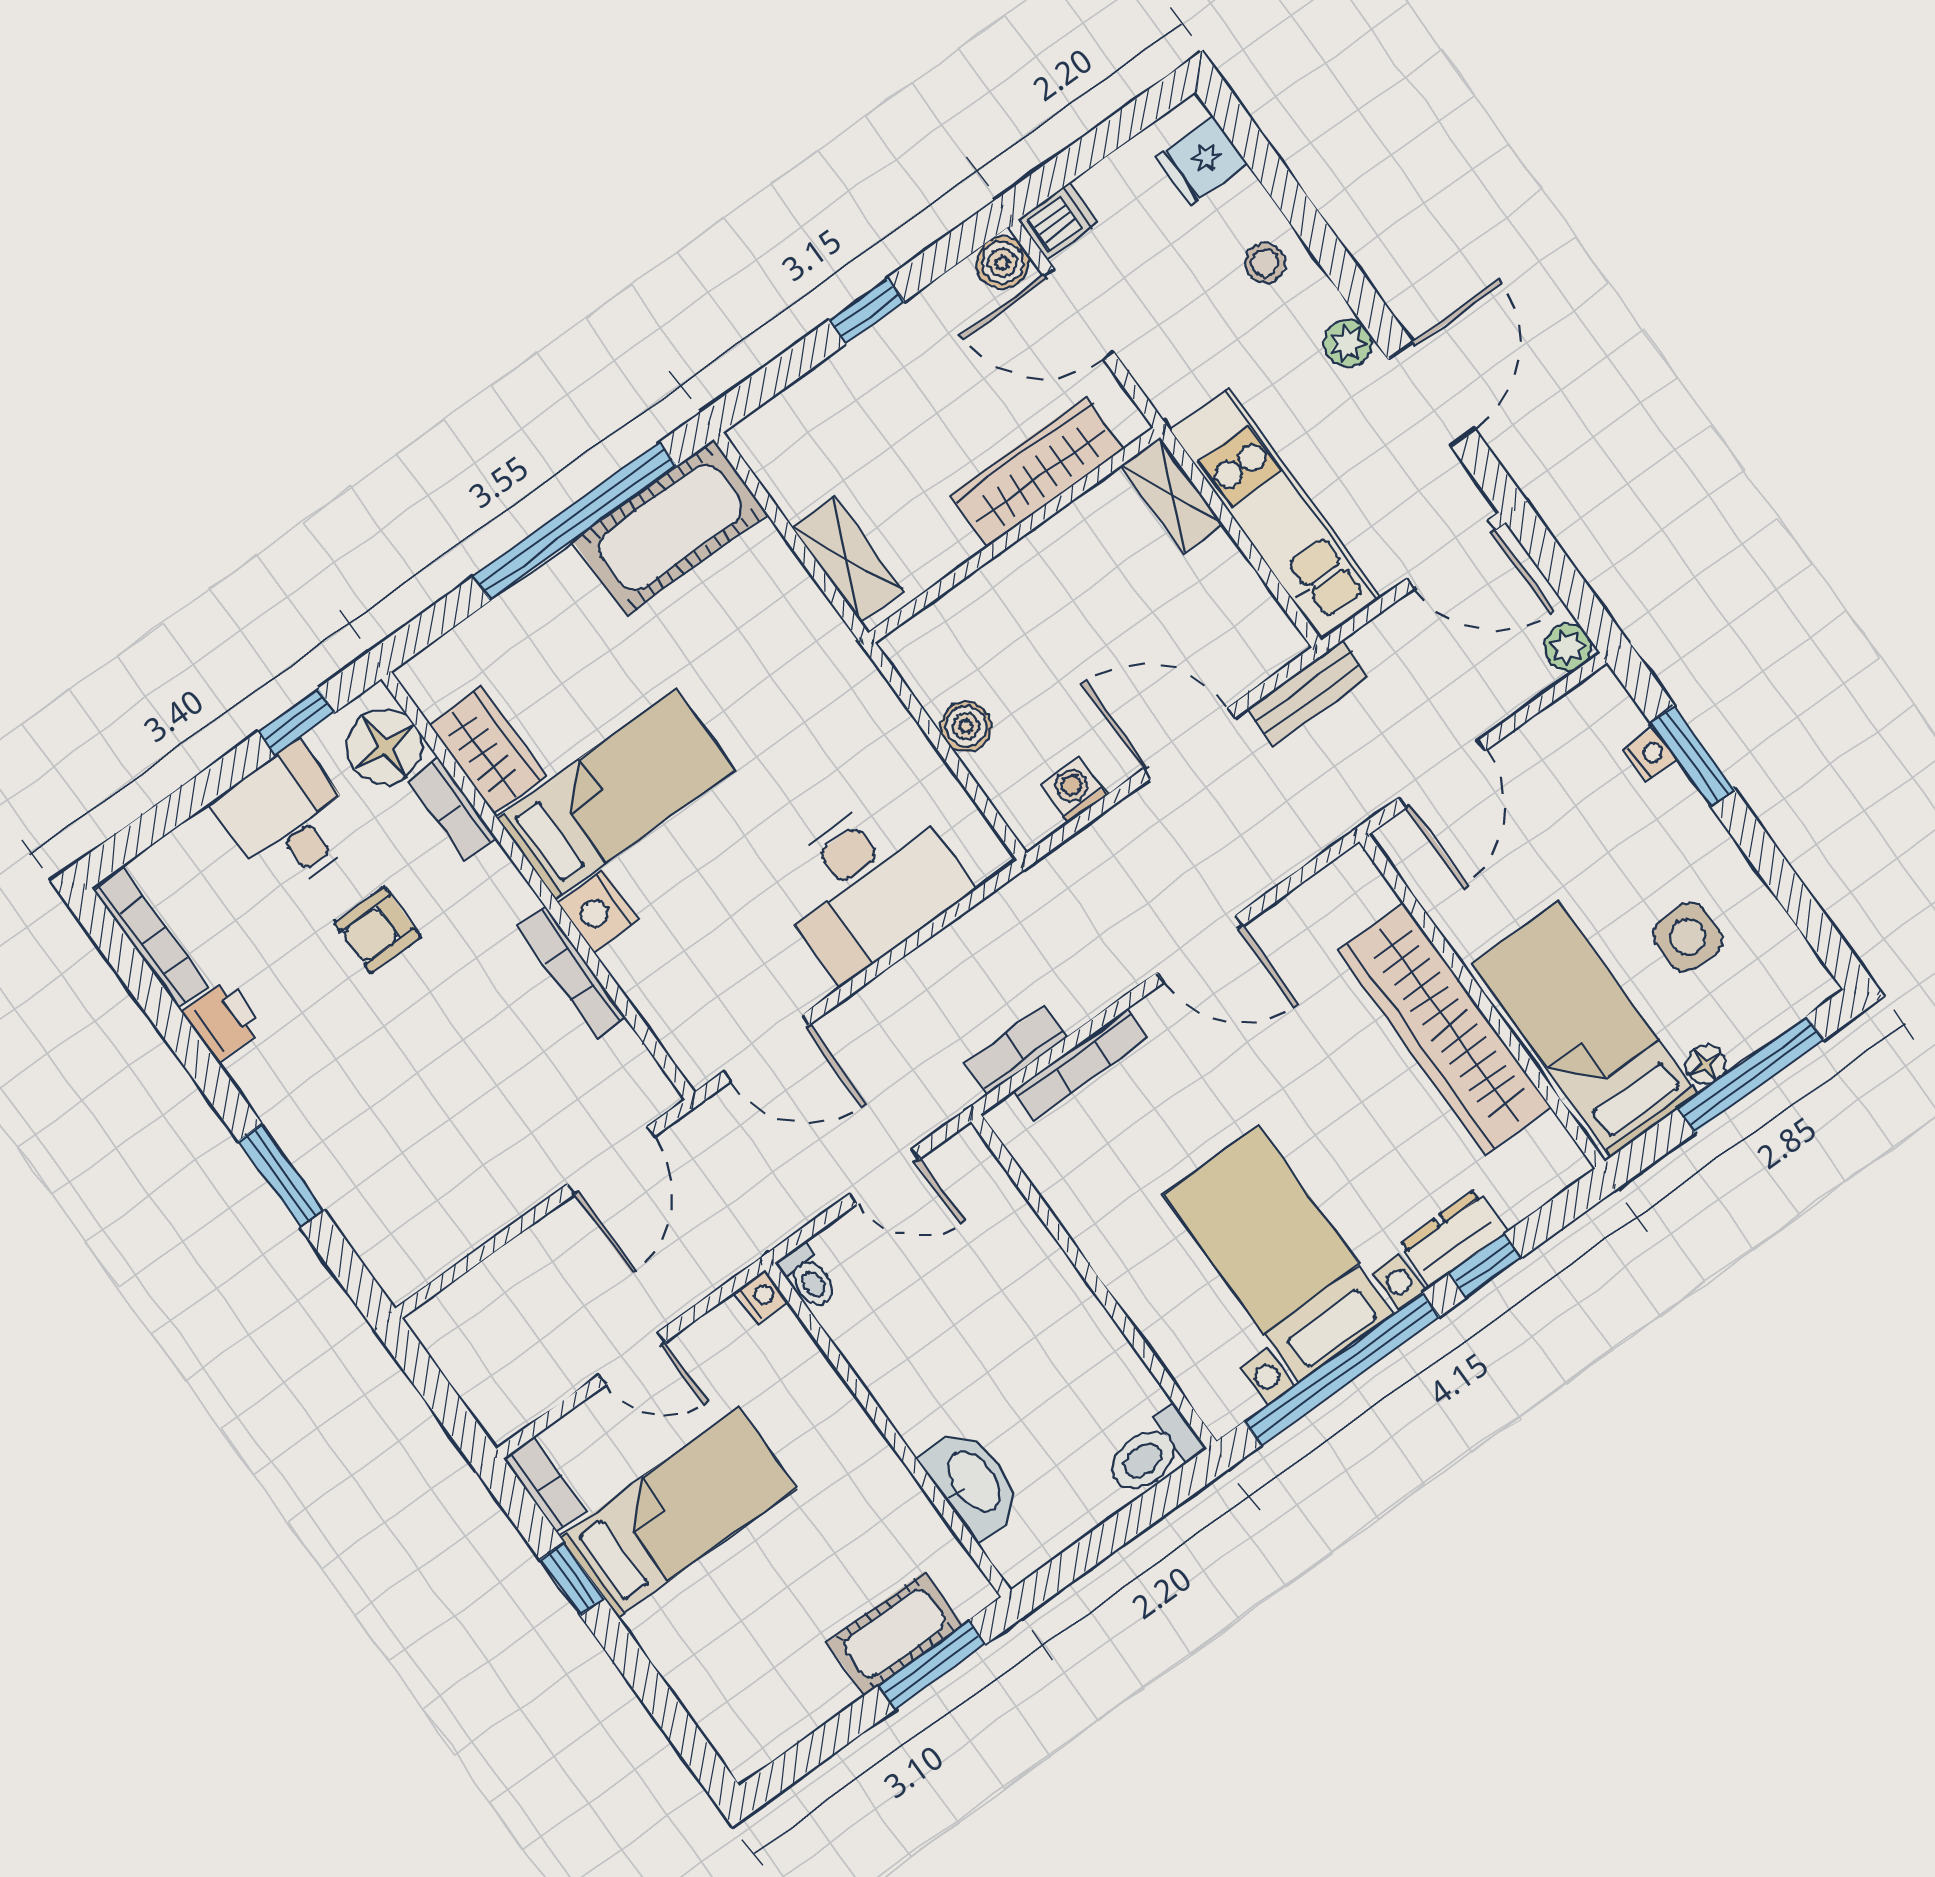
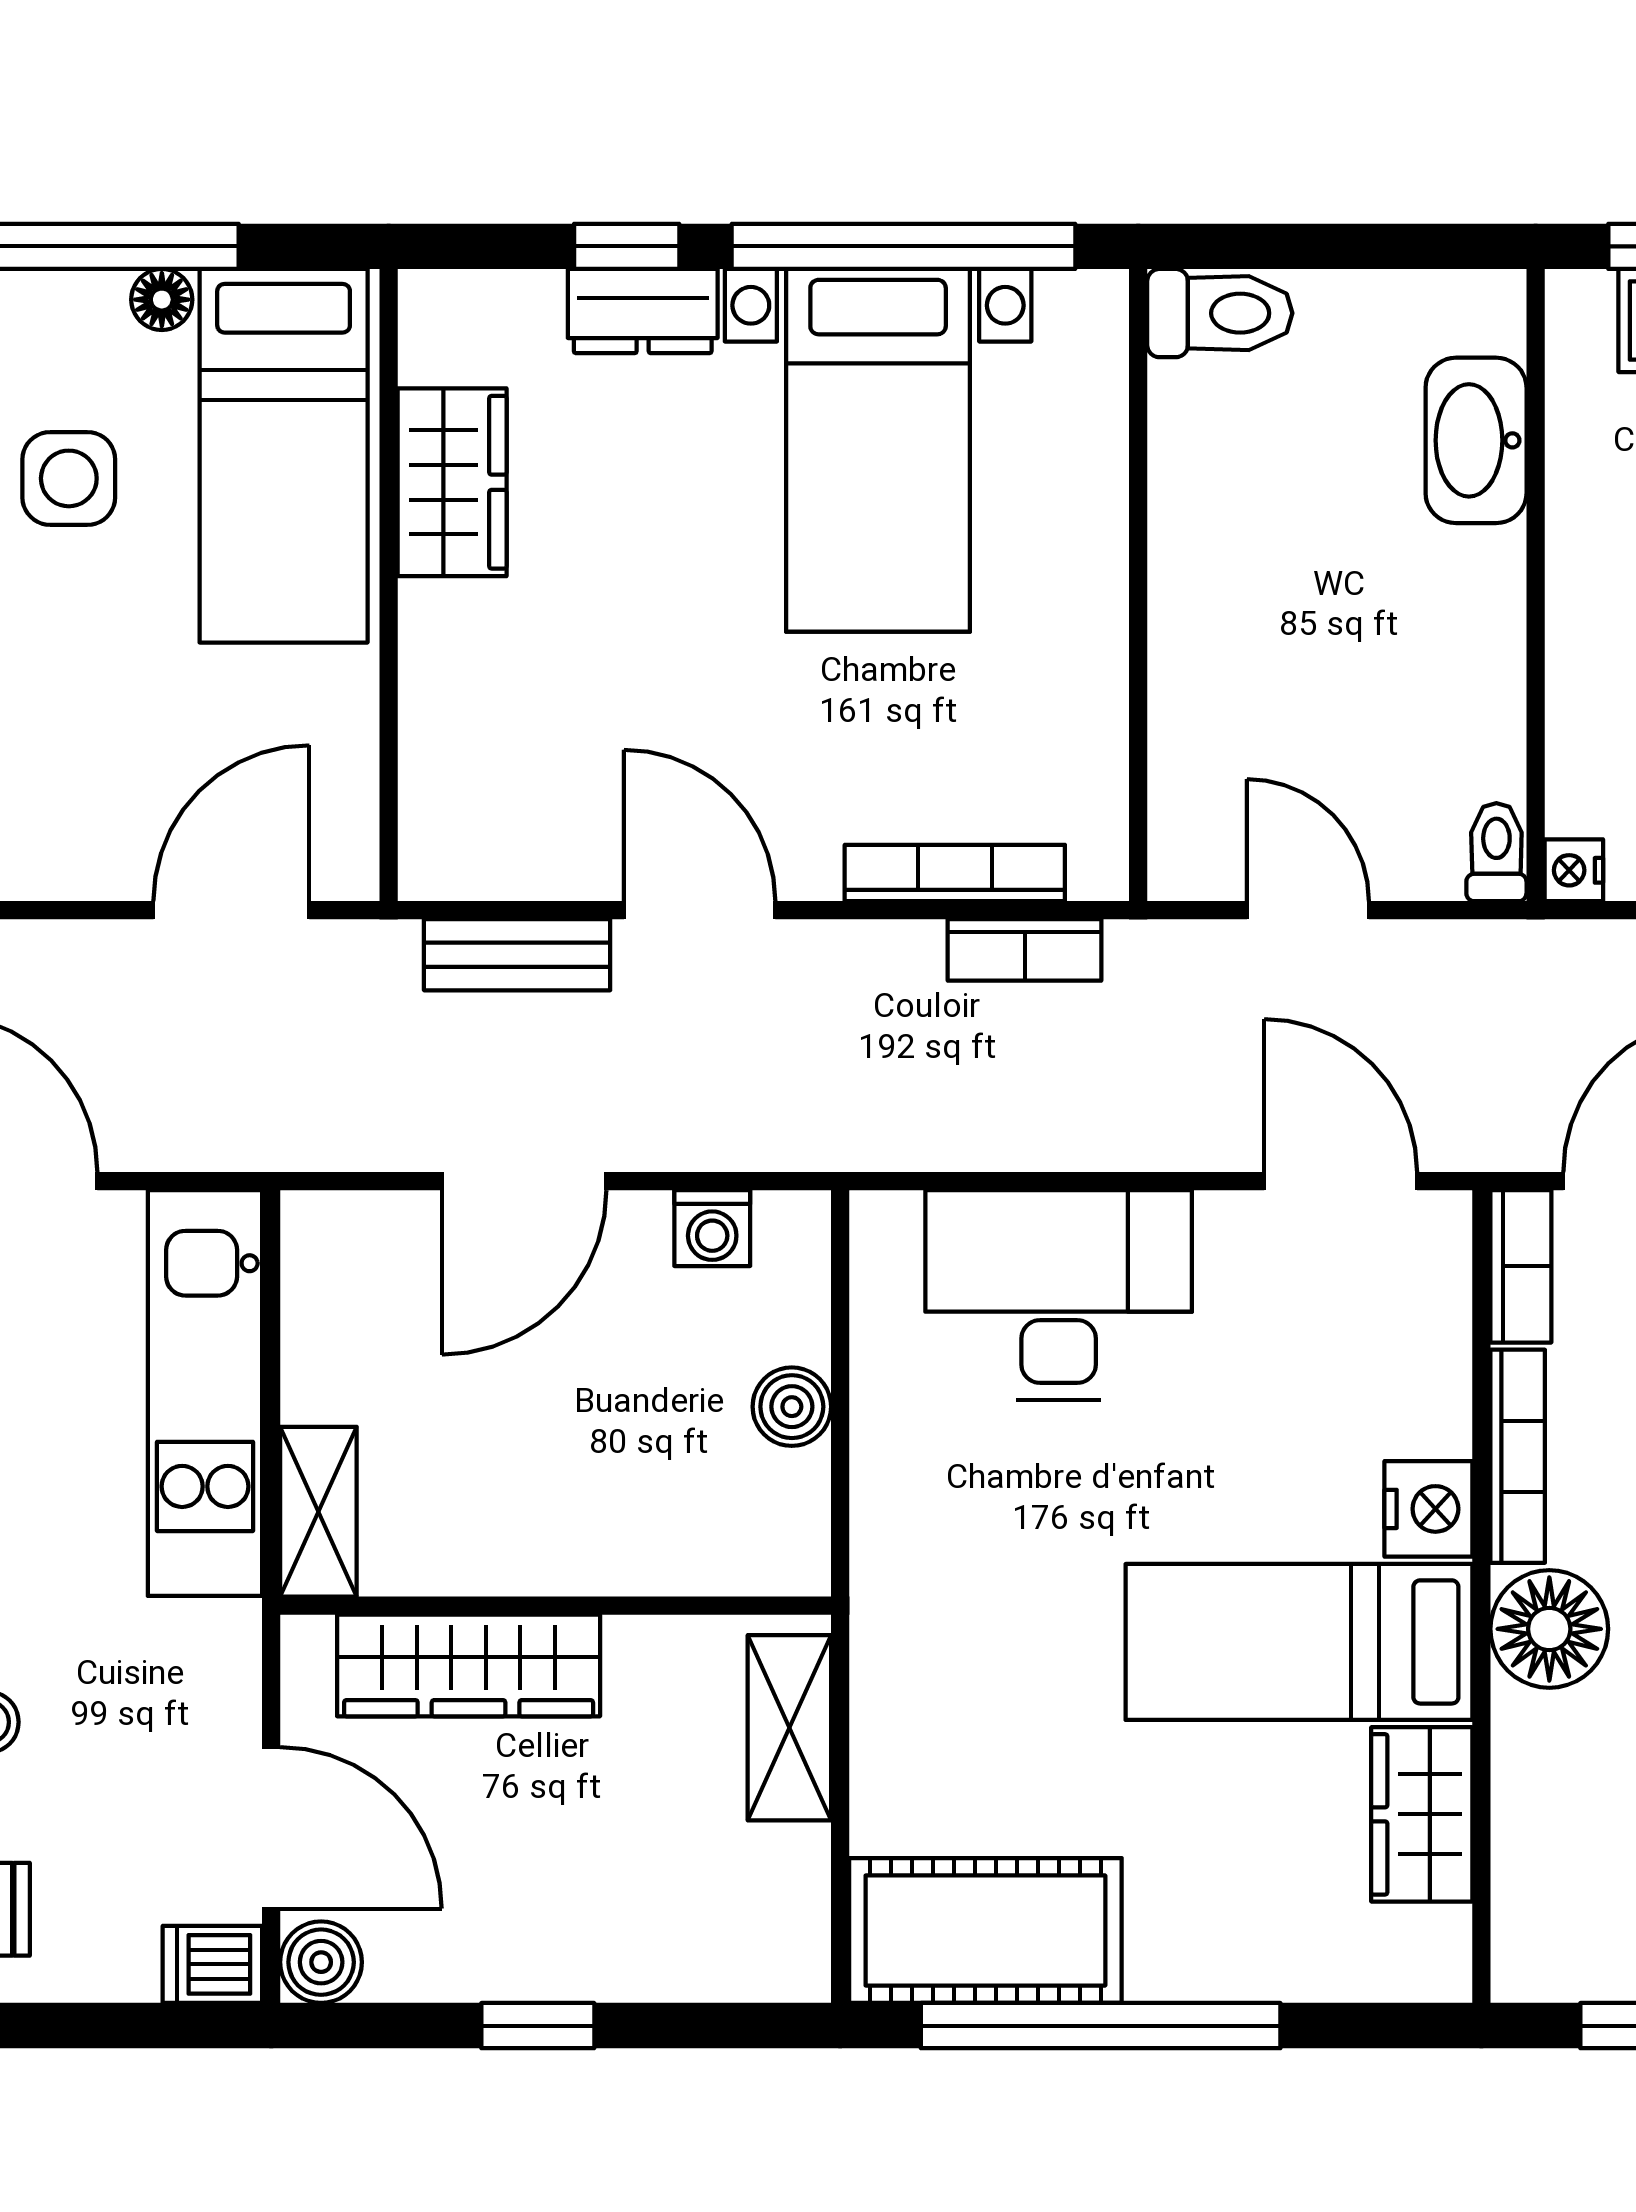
bench: (1308, 693) -> (517, 955), moved
door: (1189, 743) -> (524, 1181), hinge flipped
floor lamp: (384, 747) -> (1549, 1629), moved
bookcase: (452, 810) -> (1521, 1266), moved
wardrobe: (1444, 1028) -> (452, 482), width x0.48, depth x0.85

